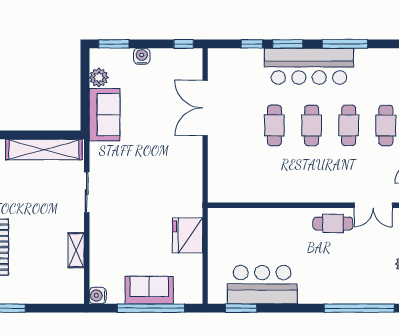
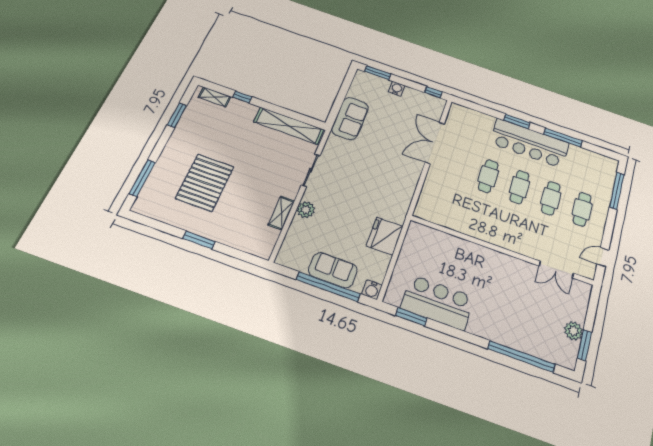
window: (252, 44) -> (488, 111), removed
plant: (99, 77) -> (306, 210), moved
cafe table: (333, 224) -> (517, 272), removed
water cooler: (98, 296) -> (372, 290), moved, turned -90

